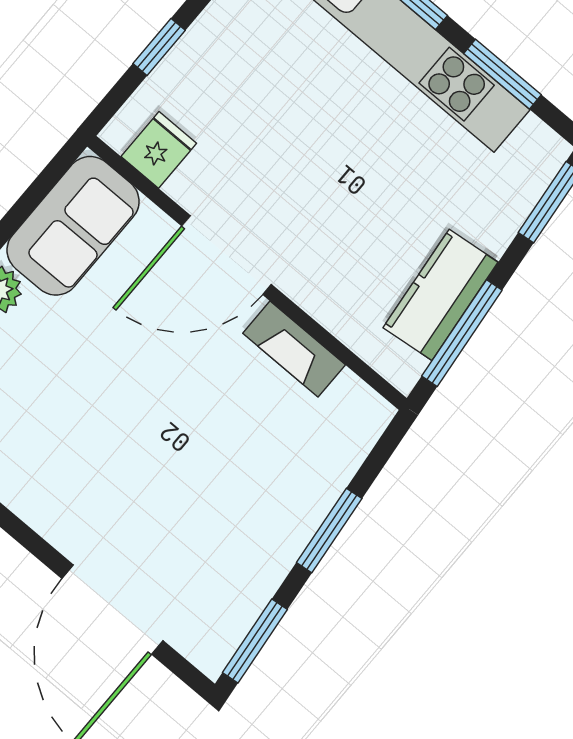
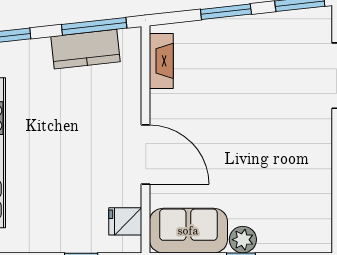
fireplace: (294, 349) -> (161, 61), moved

